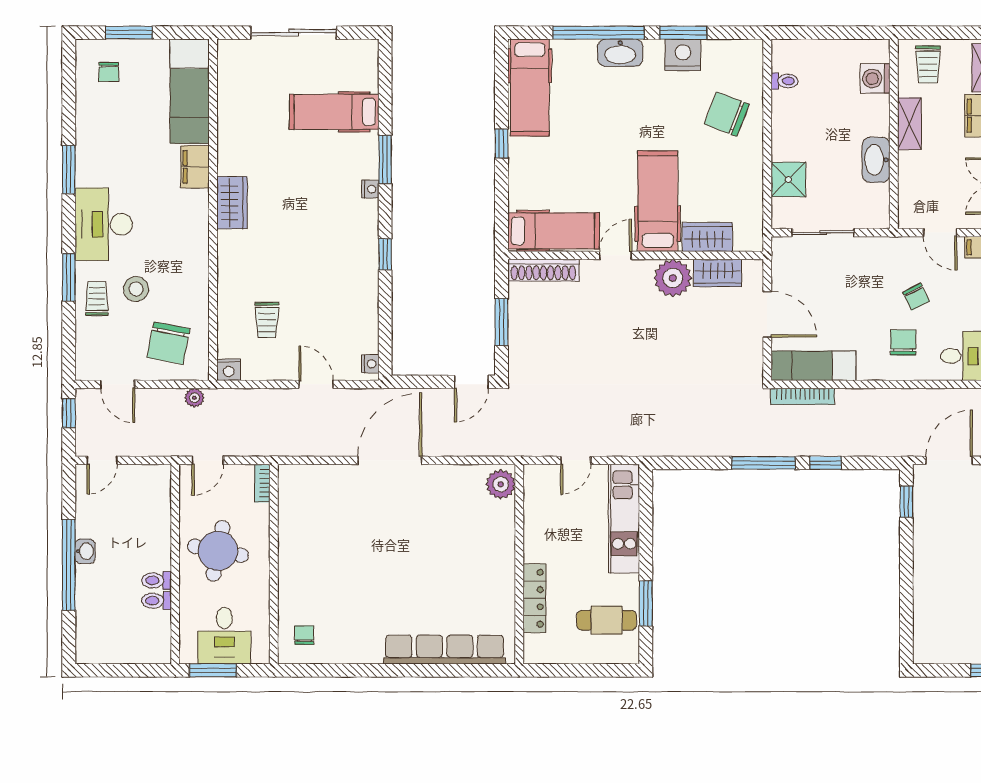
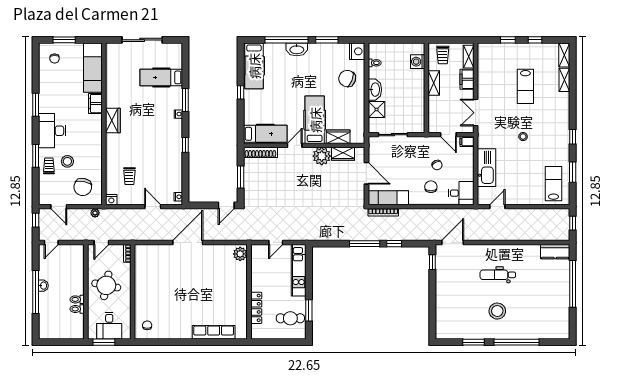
nightstand: (683, 55) -> (357, 51), moved, turned 90
washbasin: (876, 160) -> (375, 90), moved, turned 180
row of seats: (445, 650) -> (214, 332), width x0.73

